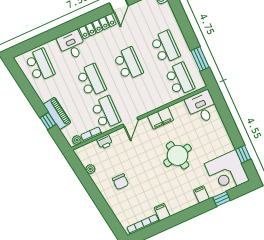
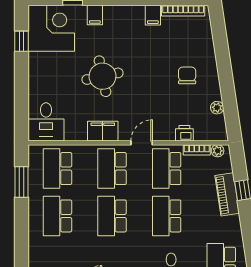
school desk: (143, 96) -> (112, 169), added

